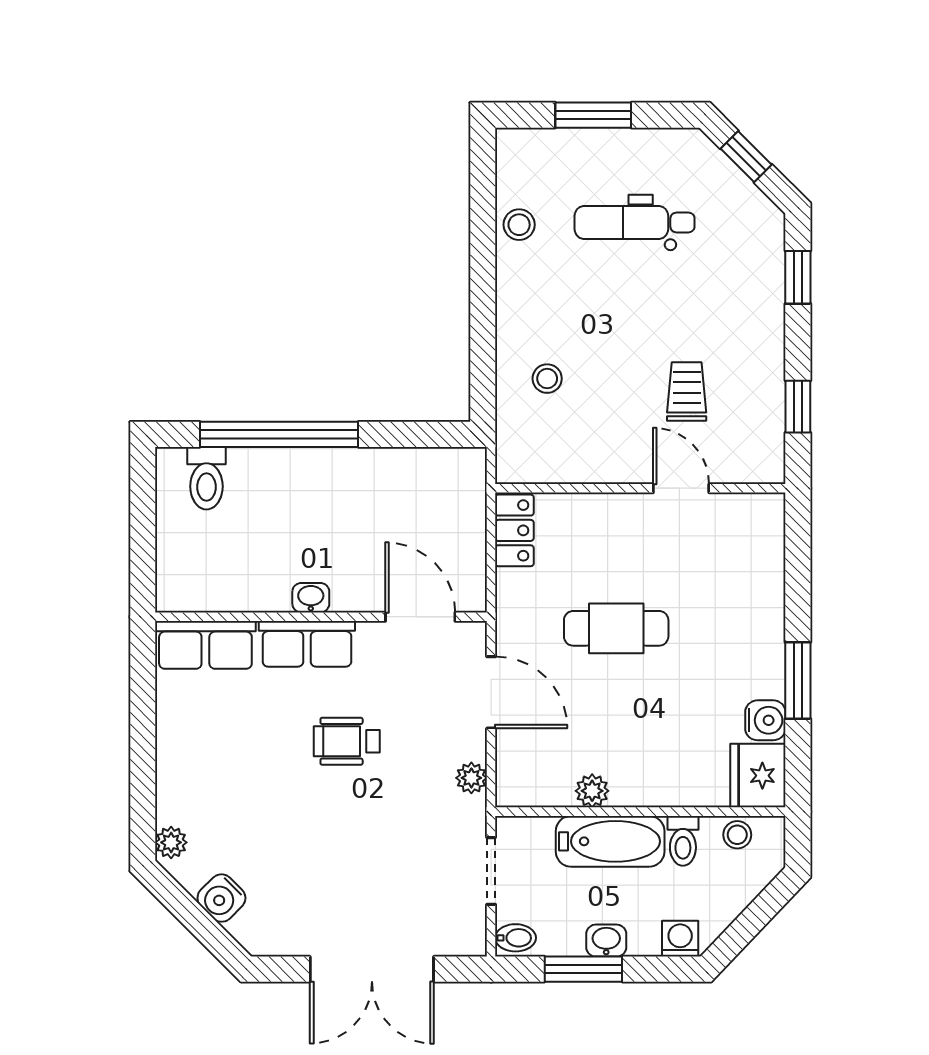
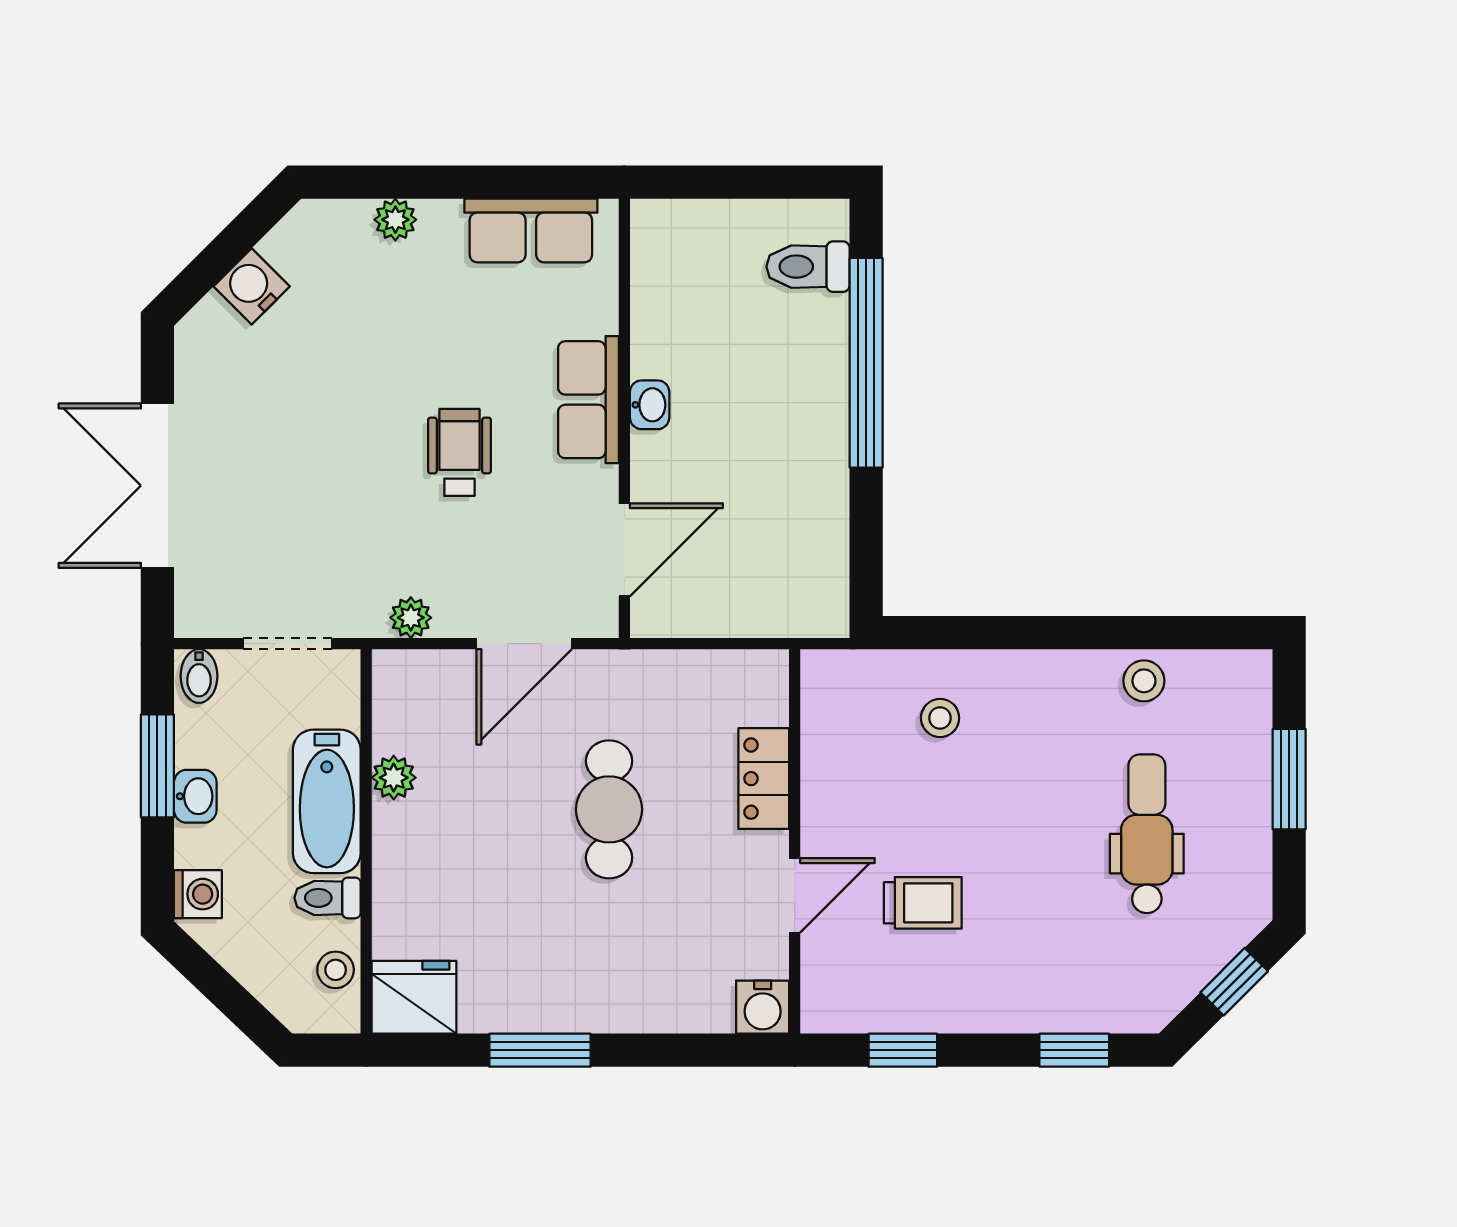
locker: (514, 530) -> (764, 779), moved, turned 90
row of seats: (205, 645) -> (531, 230), moved, turned -90
water cooler: (765, 720) -> (763, 1007), moved
plant: (171, 842) -> (395, 220), moved

